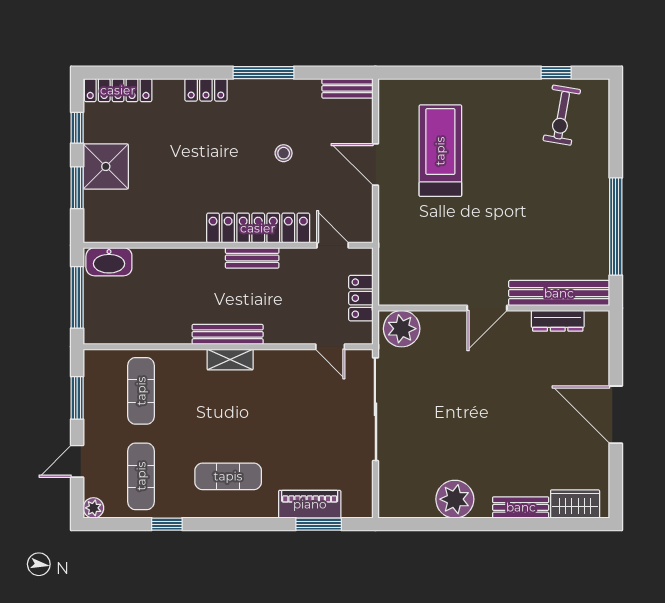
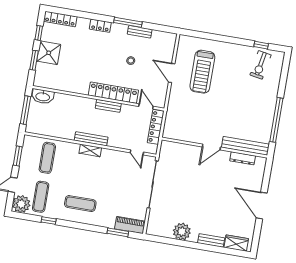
bench: (347, 88) -> (140, 32), moved
treadmill: (440, 151) -> (202, 72), turned 180
locker: (361, 298) -> (156, 127), width x1.53
plant: (402, 329) -> (171, 150), removed
piano: (310, 504) -> (130, 225), moved
plant: (93, 508) -> (21, 204), width x1.87, depth x1.87

